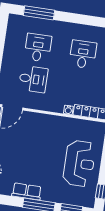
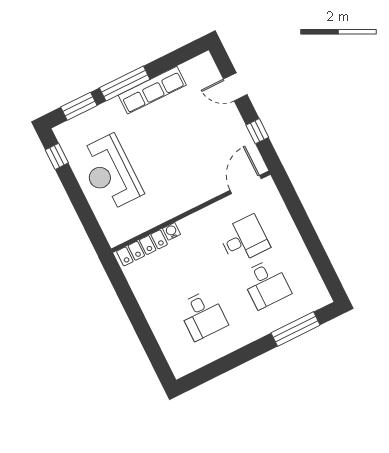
desk: (33, 79) -> (244, 239), turned 180
row of seats: (27, 191) -> (152, 90), width x1.48

